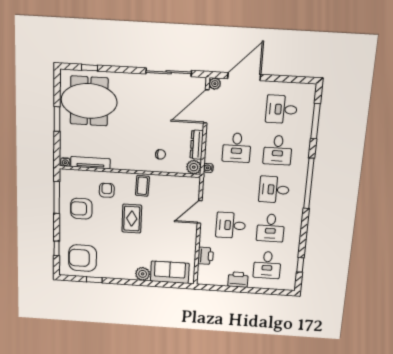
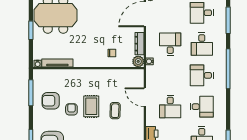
desk: (237, 148) -> (170, 44), turned 180
coffee table: (142, 186) -> (115, 111), moved
armchair: (107, 190) -> (71, 109), moved
door: (200, 212) -> (145, 97), hinge flipped
desk: (231, 225) -> (170, 107), turned -90
desk: (271, 228) -> (202, 107), turned -90

